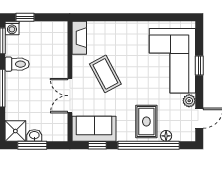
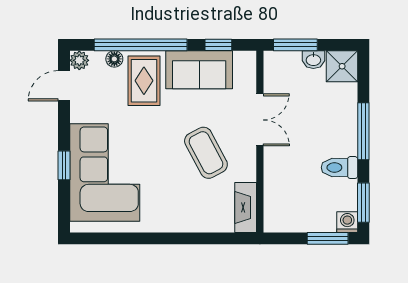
window: (25, 17) -> (328, 238), width x1.50
plant: (189, 101) -> (79, 60), moved
sofa: (94, 129) -> (199, 70), moved
window: (32, 145) -> (295, 45), moved

